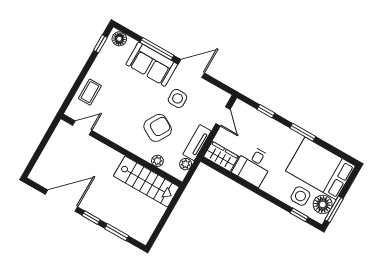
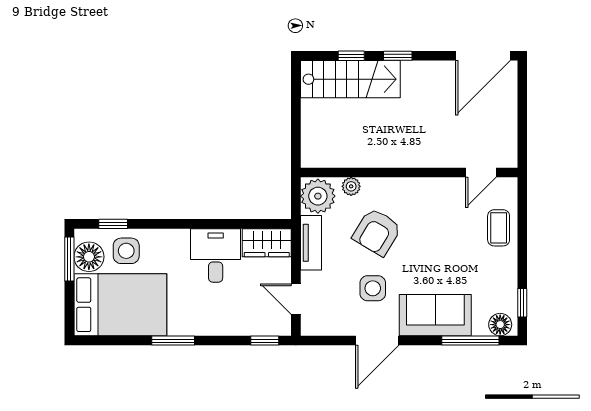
window: (157, 49) -> (470, 341), moved
window: (266, 111) -> (265, 341), moved
plant: (186, 164) -> (318, 196), width x1.88, depth x1.88
stairs: (146, 182) -> (350, 79), moved, turned 180
door: (61, 201) -> (483, 56), moved
window: (117, 232) -> (351, 56), width x0.67

